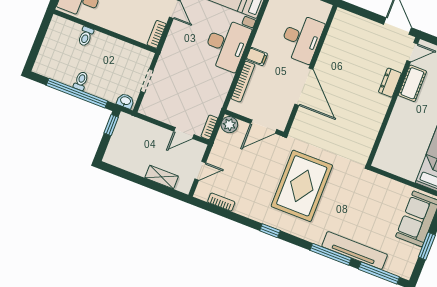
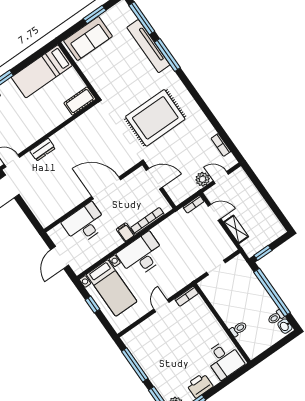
toilet: (81, 81) -> (276, 317), moved
cot: (412, 83) -> (80, 101), moved
door: (304, 87) -> (106, 188), hinge flipped
washbasin: (125, 101) -> (285, 326), moved
plant: (229, 125) -> (203, 179), moved
shelving: (162, 177) -> (236, 229), moved
window: (270, 231) -> (200, 101), removed

